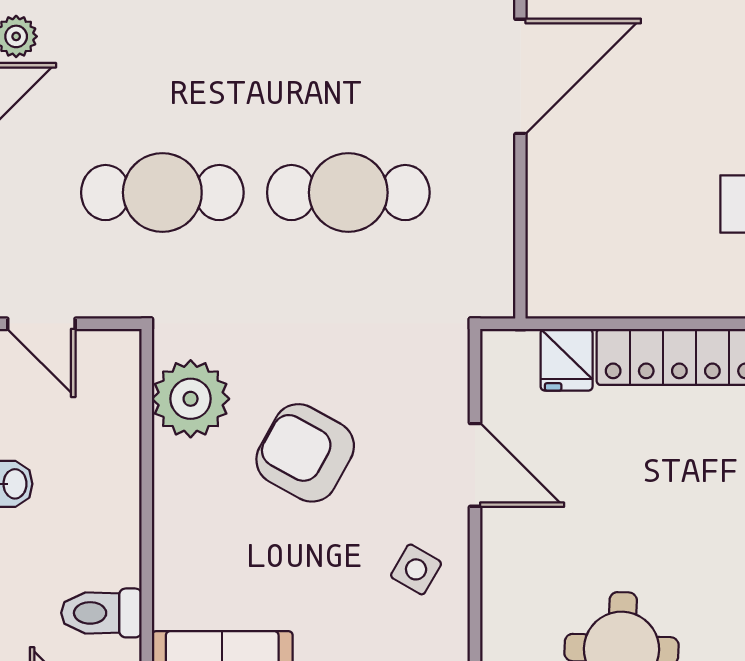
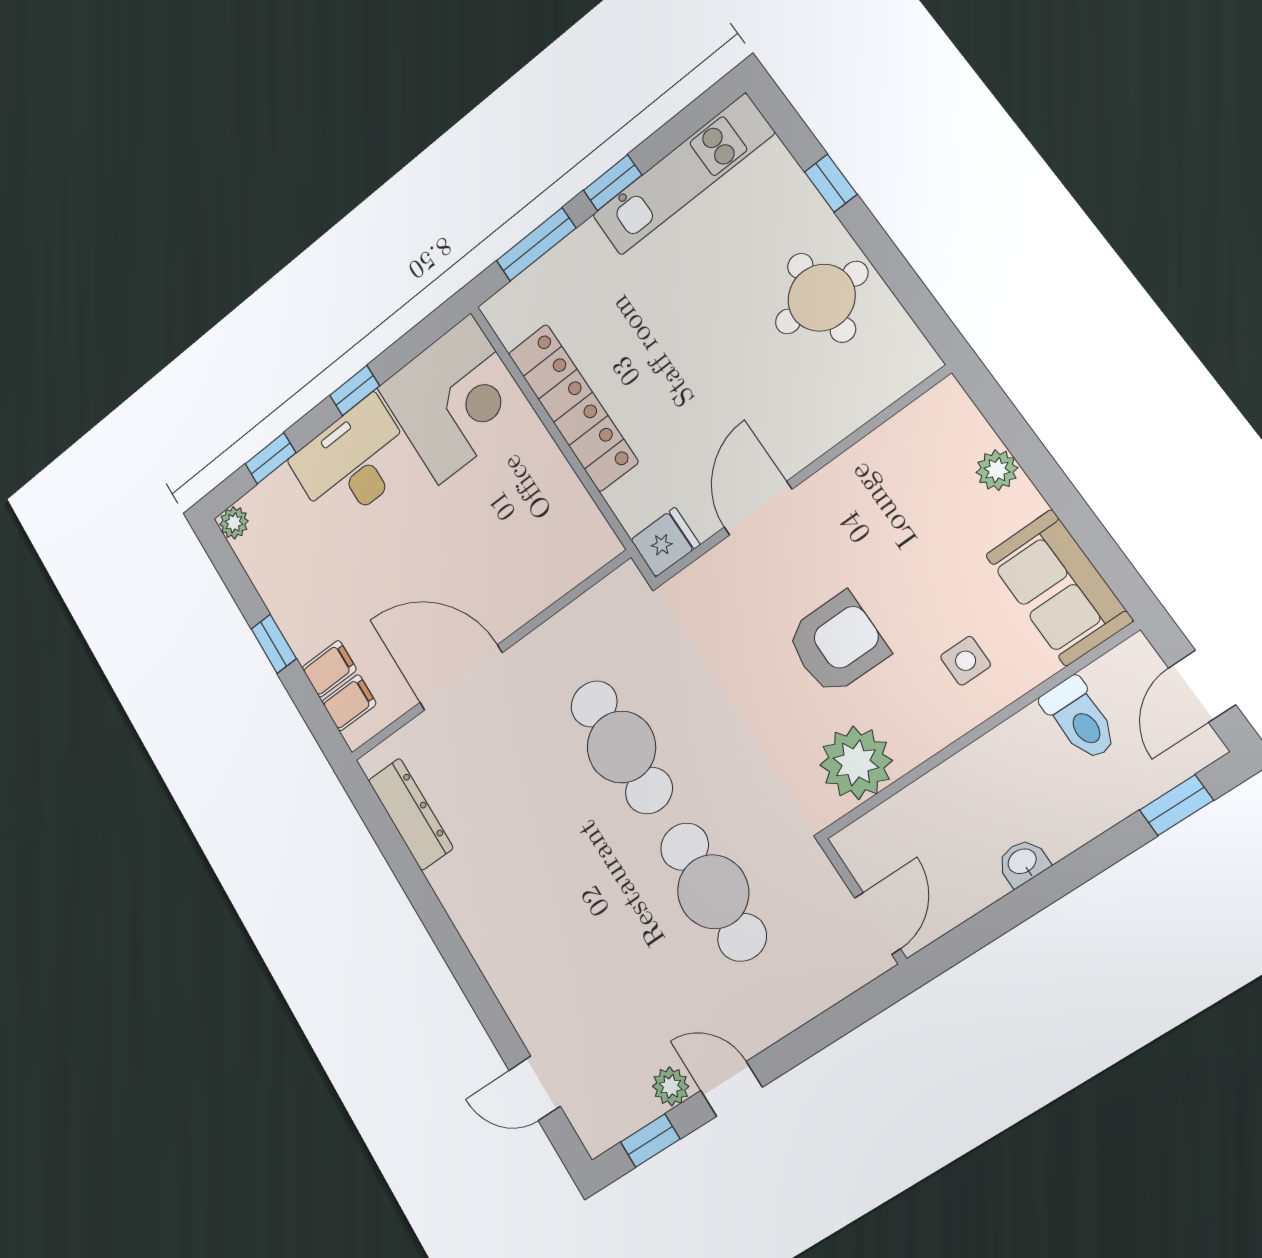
fridge: (567, 360) -> (665, 542), moved
armchair: (305, 453) -> (837, 644), turned -119
side table: (416, 569) -> (966, 661), moved, turned -30

